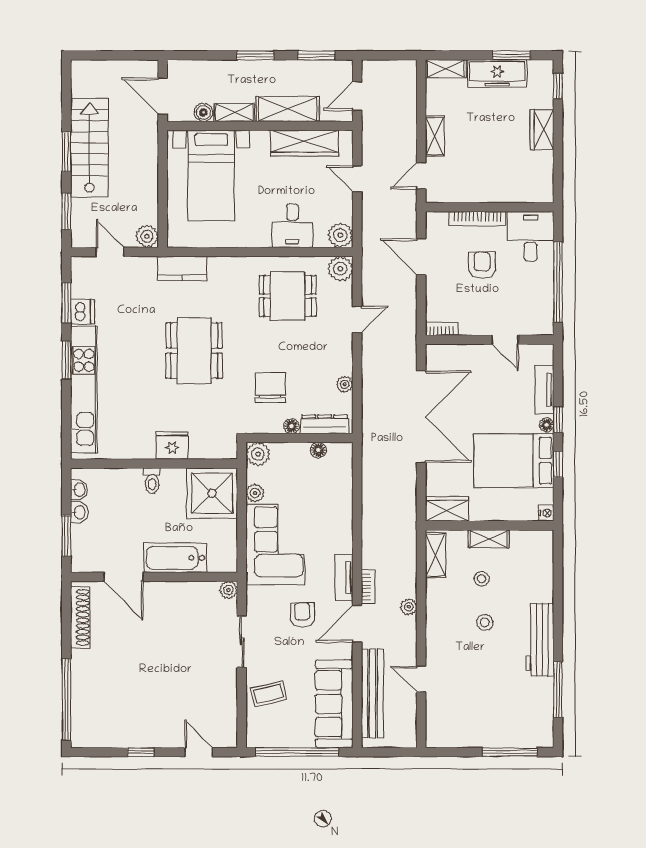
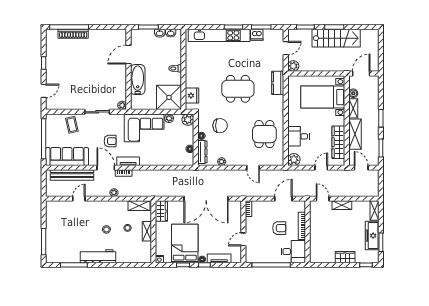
plant: (340, 269) -> (278, 160), removed
fridge: (172, 446) -> (192, 96), moved
shoe rack: (80, 617) -> (73, 34), moved

